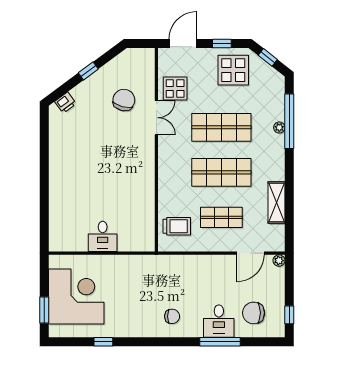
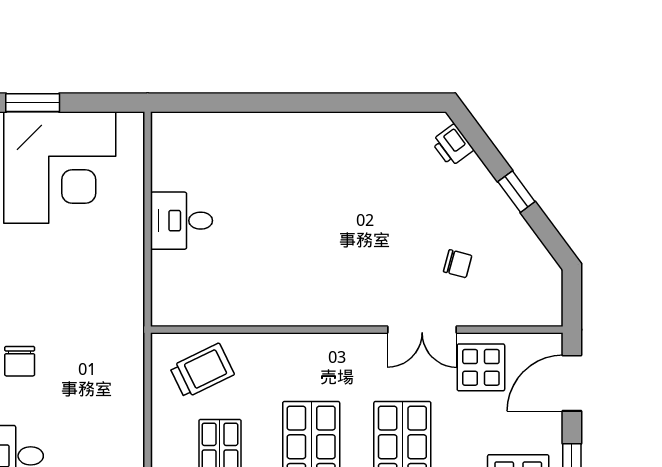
door: (183, 44) -> (572, 383), swing flipped
chair: (124, 100) -> (458, 264), width x0.54, depth x0.54
trolley: (177, 226) -> (202, 371), turned -116

